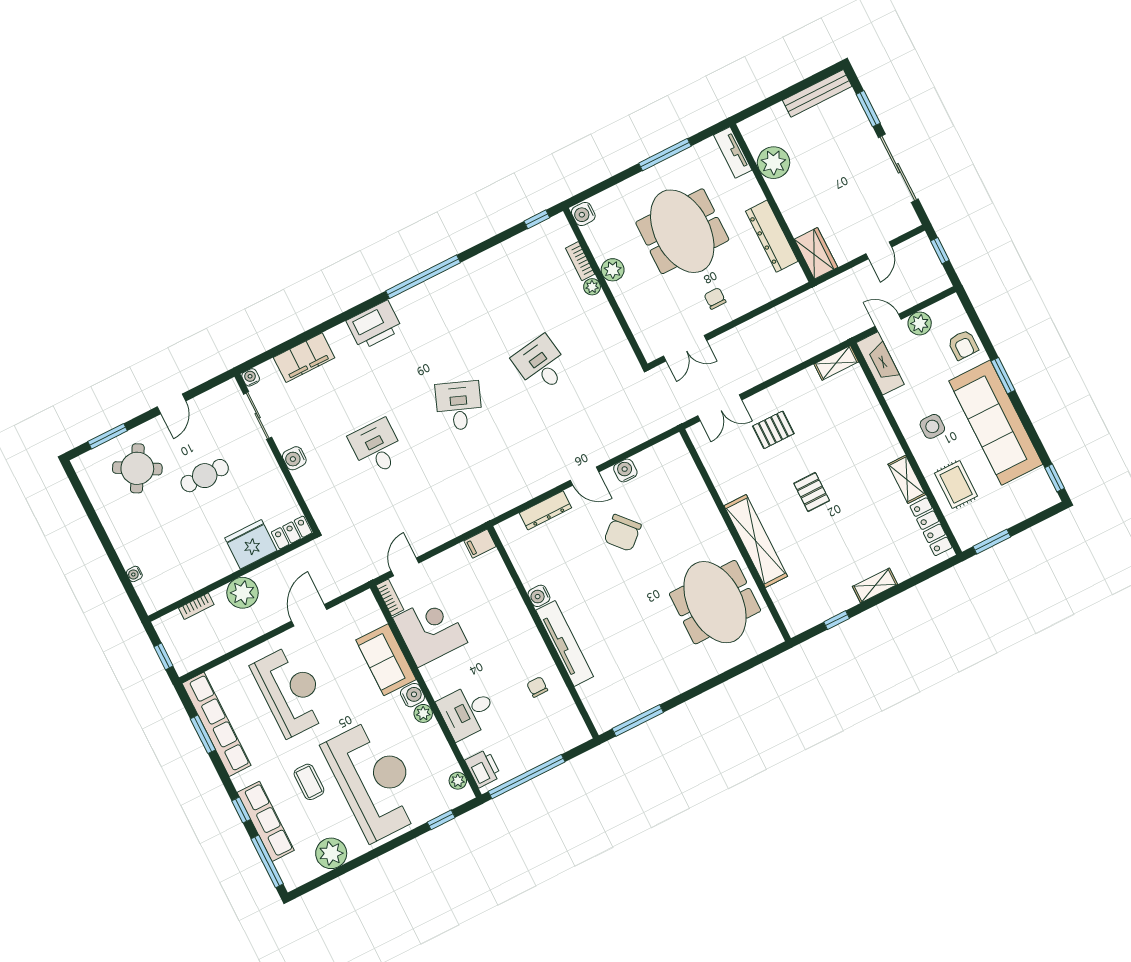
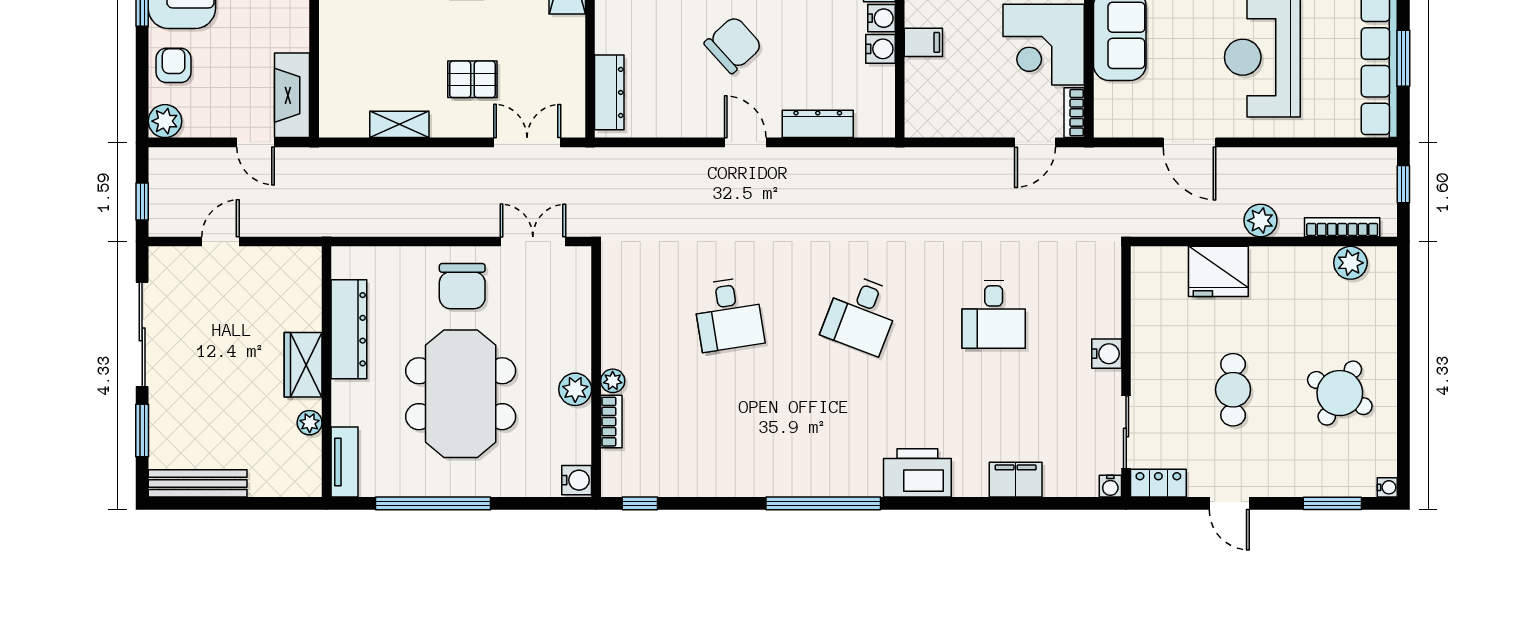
window: (665, 155) -> (433, 503), width x1.46
plant: (774, 163) -> (310, 423), width x0.53, depth x0.53
wardrobe: (816, 253) -> (303, 365), moved
chair: (715, 298) -> (462, 286), width x1.87, depth x1.87
plant: (920, 323) -> (165, 121), moved
filing cabinet: (304, 358) -> (1016, 480), width x0.67, depth x0.86
shelving: (836, 363) -> (399, 124), moved
door: (172, 404) -> (1229, 503), swing flipped
dresser: (684, 465) -> (609, 92), added
round table: (137, 468) -> (1340, 393), moved
water cooler: (625, 471) -> (881, 49), moved, turned -90
cafe table: (205, 476) -> (1233, 390), turned 90
locker: (292, 532) -> (1158, 483), moved, turned 180
filing cabinet: (480, 544) -> (923, 42), moved
water cooler: (134, 574) -> (1387, 487), moved
plant: (172, 591) -> (1350, 263), added
plant: (243, 593) -> (1261, 221), width x0.73, depth x0.73
bookcase: (196, 606) -> (1342, 227), width x1.56
door: (309, 615) -> (1189, 142), hinge flipped

